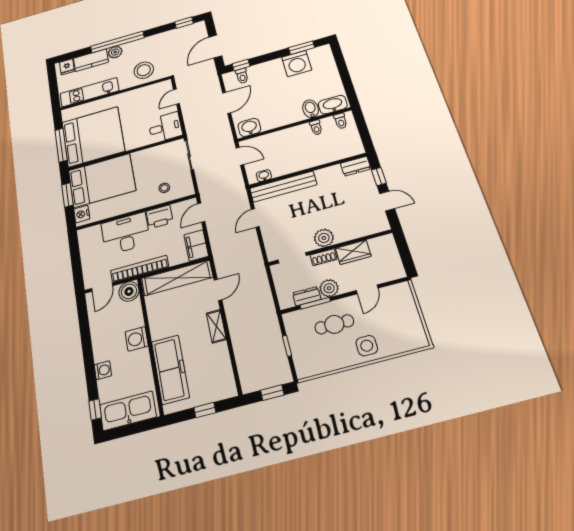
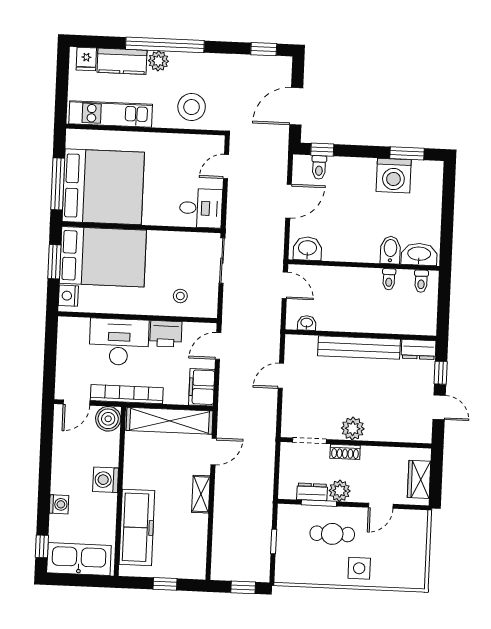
bench: (283, 187) -> (359, 347), moved
wardrobe: (353, 252) -> (419, 479), moved, turned 90

